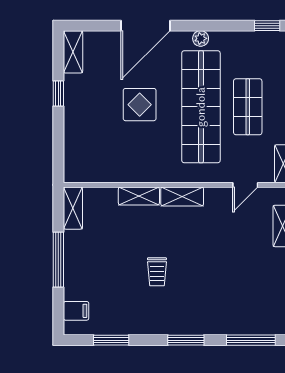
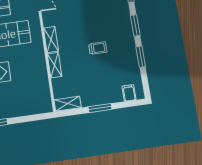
window: (58, 260) -> (100, 108), width x0.69
window: (111, 340) -> (141, 57), moved

